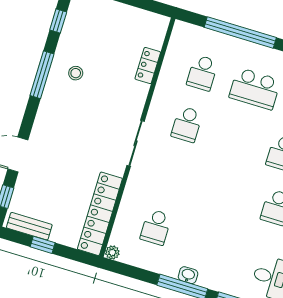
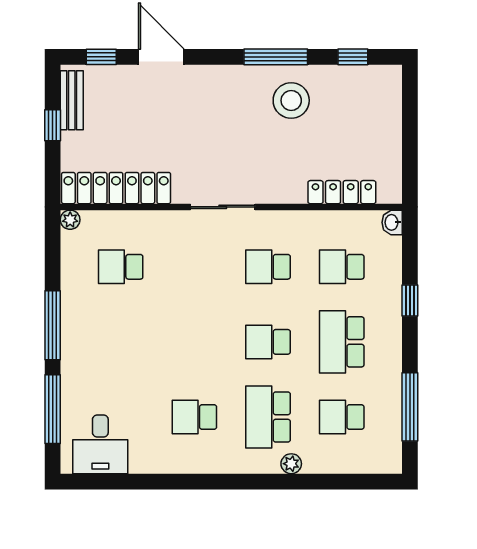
window: (240, 32) -> (410, 300), width x0.32
locker: (148, 66) -> (342, 192), width x1.53
stool: (76, 73) -> (291, 100), width x1.89, depth x1.89
school desk: (239, 140) -> (268, 342), added
washbasin: (188, 275) -> (392, 222), moved, turned 180

